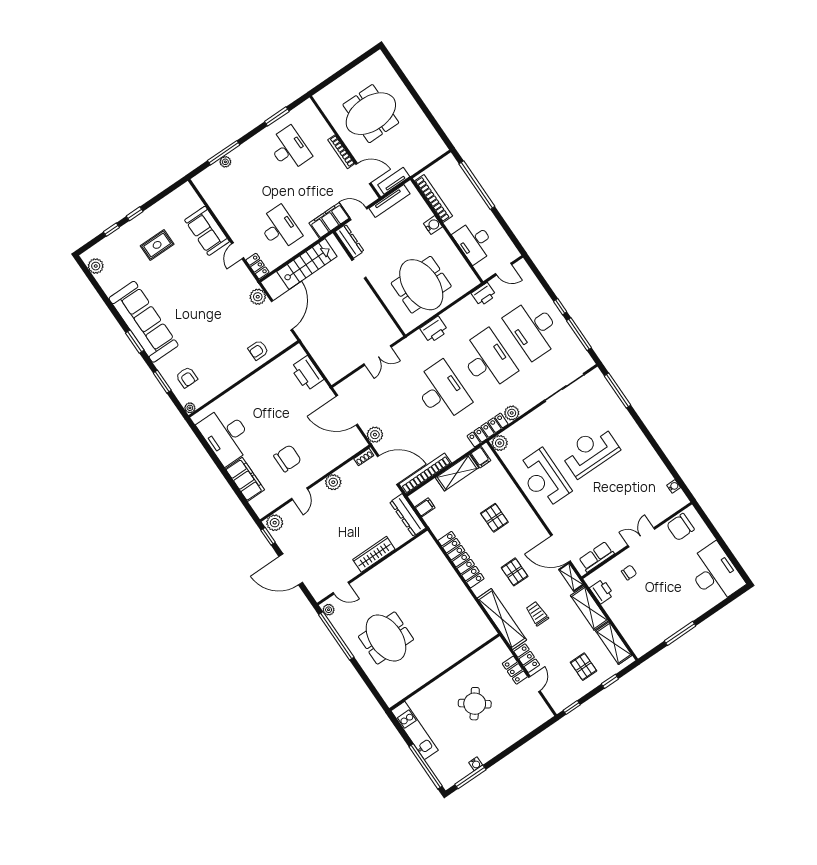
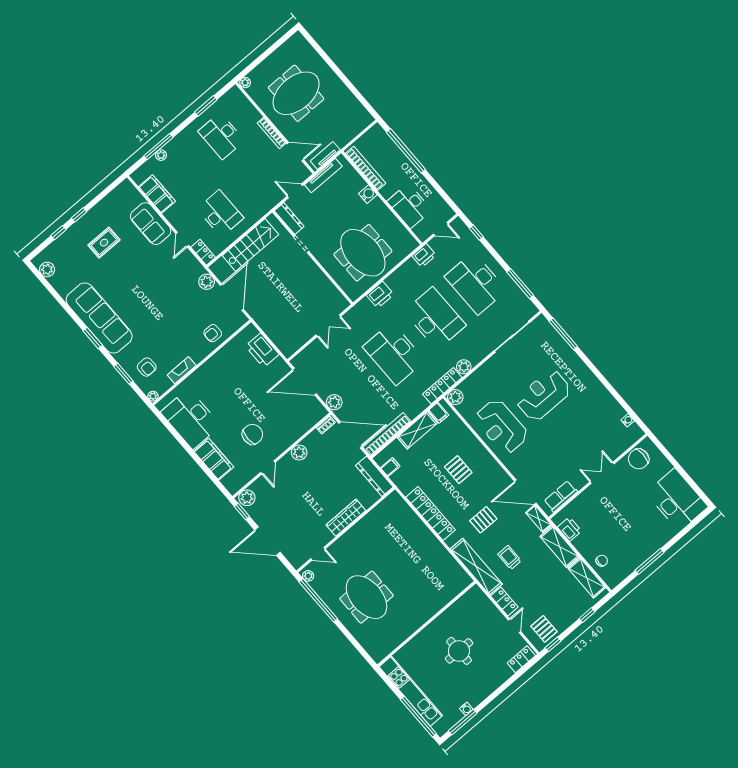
plant: (320, 97) -> (245, 83), added
desk: (289, 149) -> (221, 136), turned 180
filing cabinet: (329, 220) -> (157, 194), moved, turned 90
window: (560, 307) -> (476, 233), moved
fireplace: (222, 385) -> (182, 370), added
desk: (442, 392) -> (394, 354), turned 180
pallet: (515, 572) -> (483, 520), turned 90
chair: (629, 573) -> (602, 561), moved
pallet: (584, 667) -> (544, 629), moved
locker: (515, 670) -> (521, 659), moved, turned 90
round table: (475, 704) -> (459, 651), turned -37
kitchen unit: (415, 730) -> (411, 691), width x1.36

